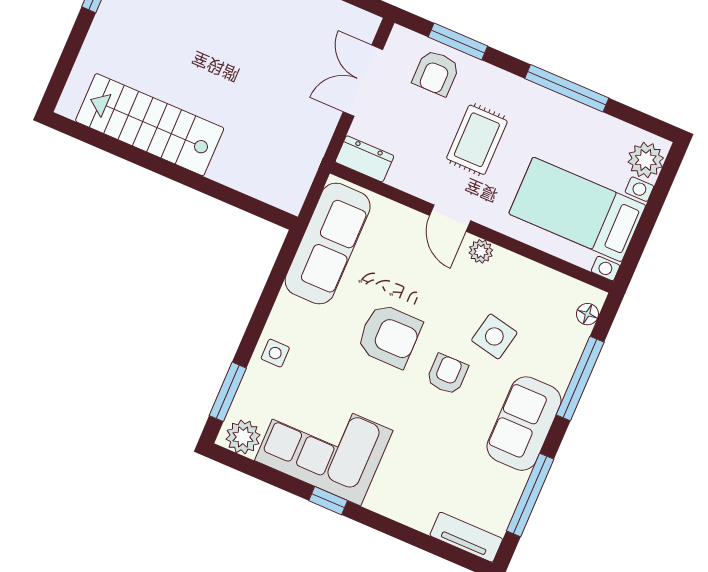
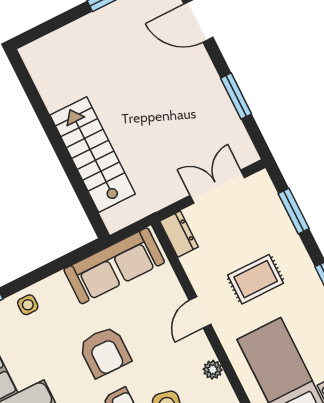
armchair: (436, 73) -> (265, 219), removed
stairs: (150, 125) -> (93, 155), moved
plant: (481, 251) -> (213, 370), moved

